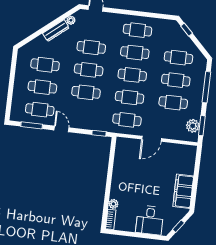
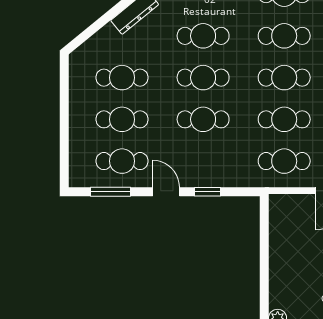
window: (99, 133) -> (208, 192), moved

